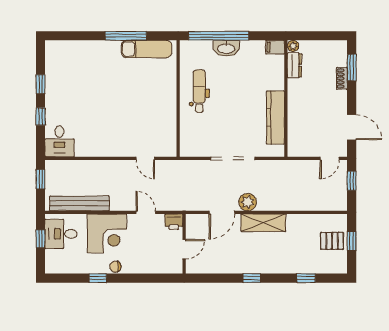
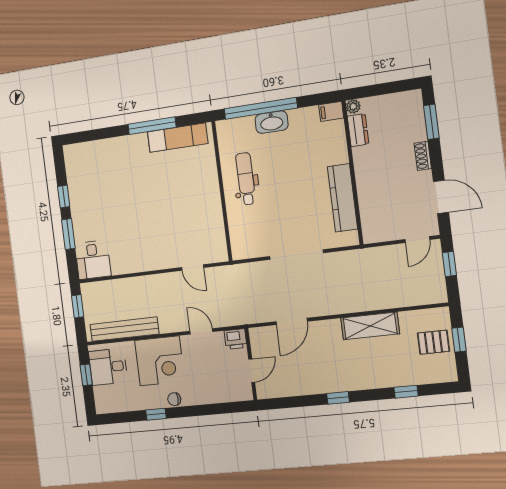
shoe rack: (342, 78) -> (423, 156), moved
window: (41, 117) -> (68, 234), width x1.50
plant: (248, 202) -> (321, 306), removed
shelving: (263, 223) -> (370, 326), moved

